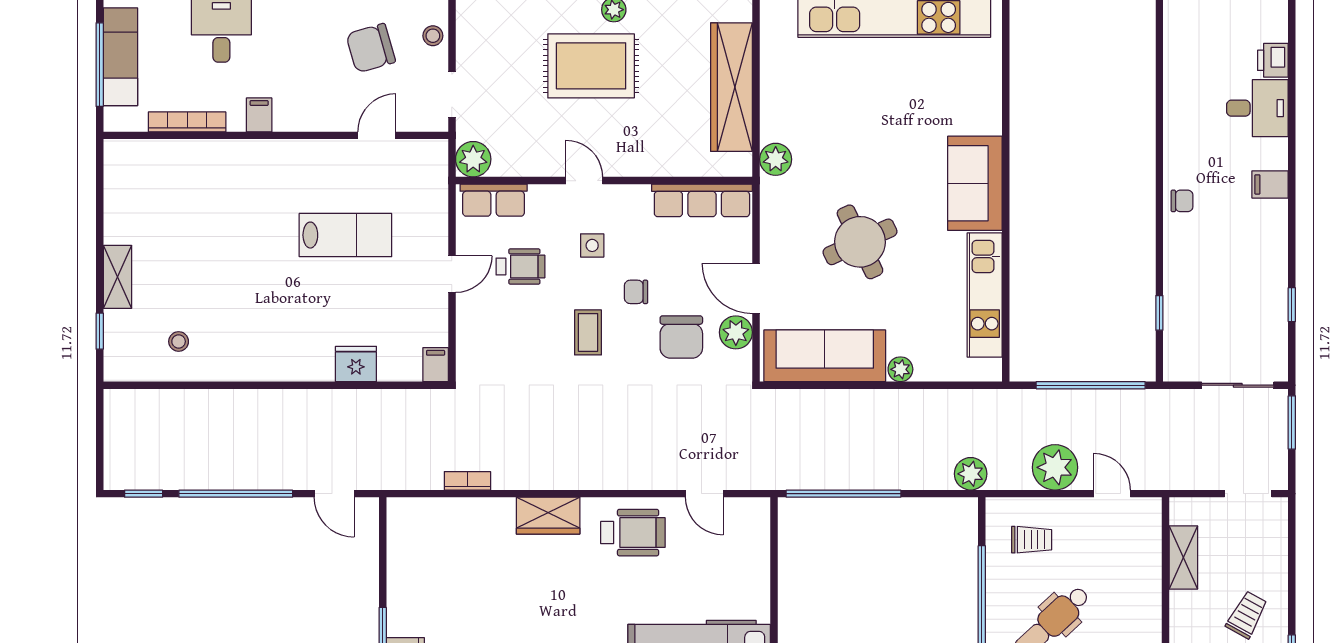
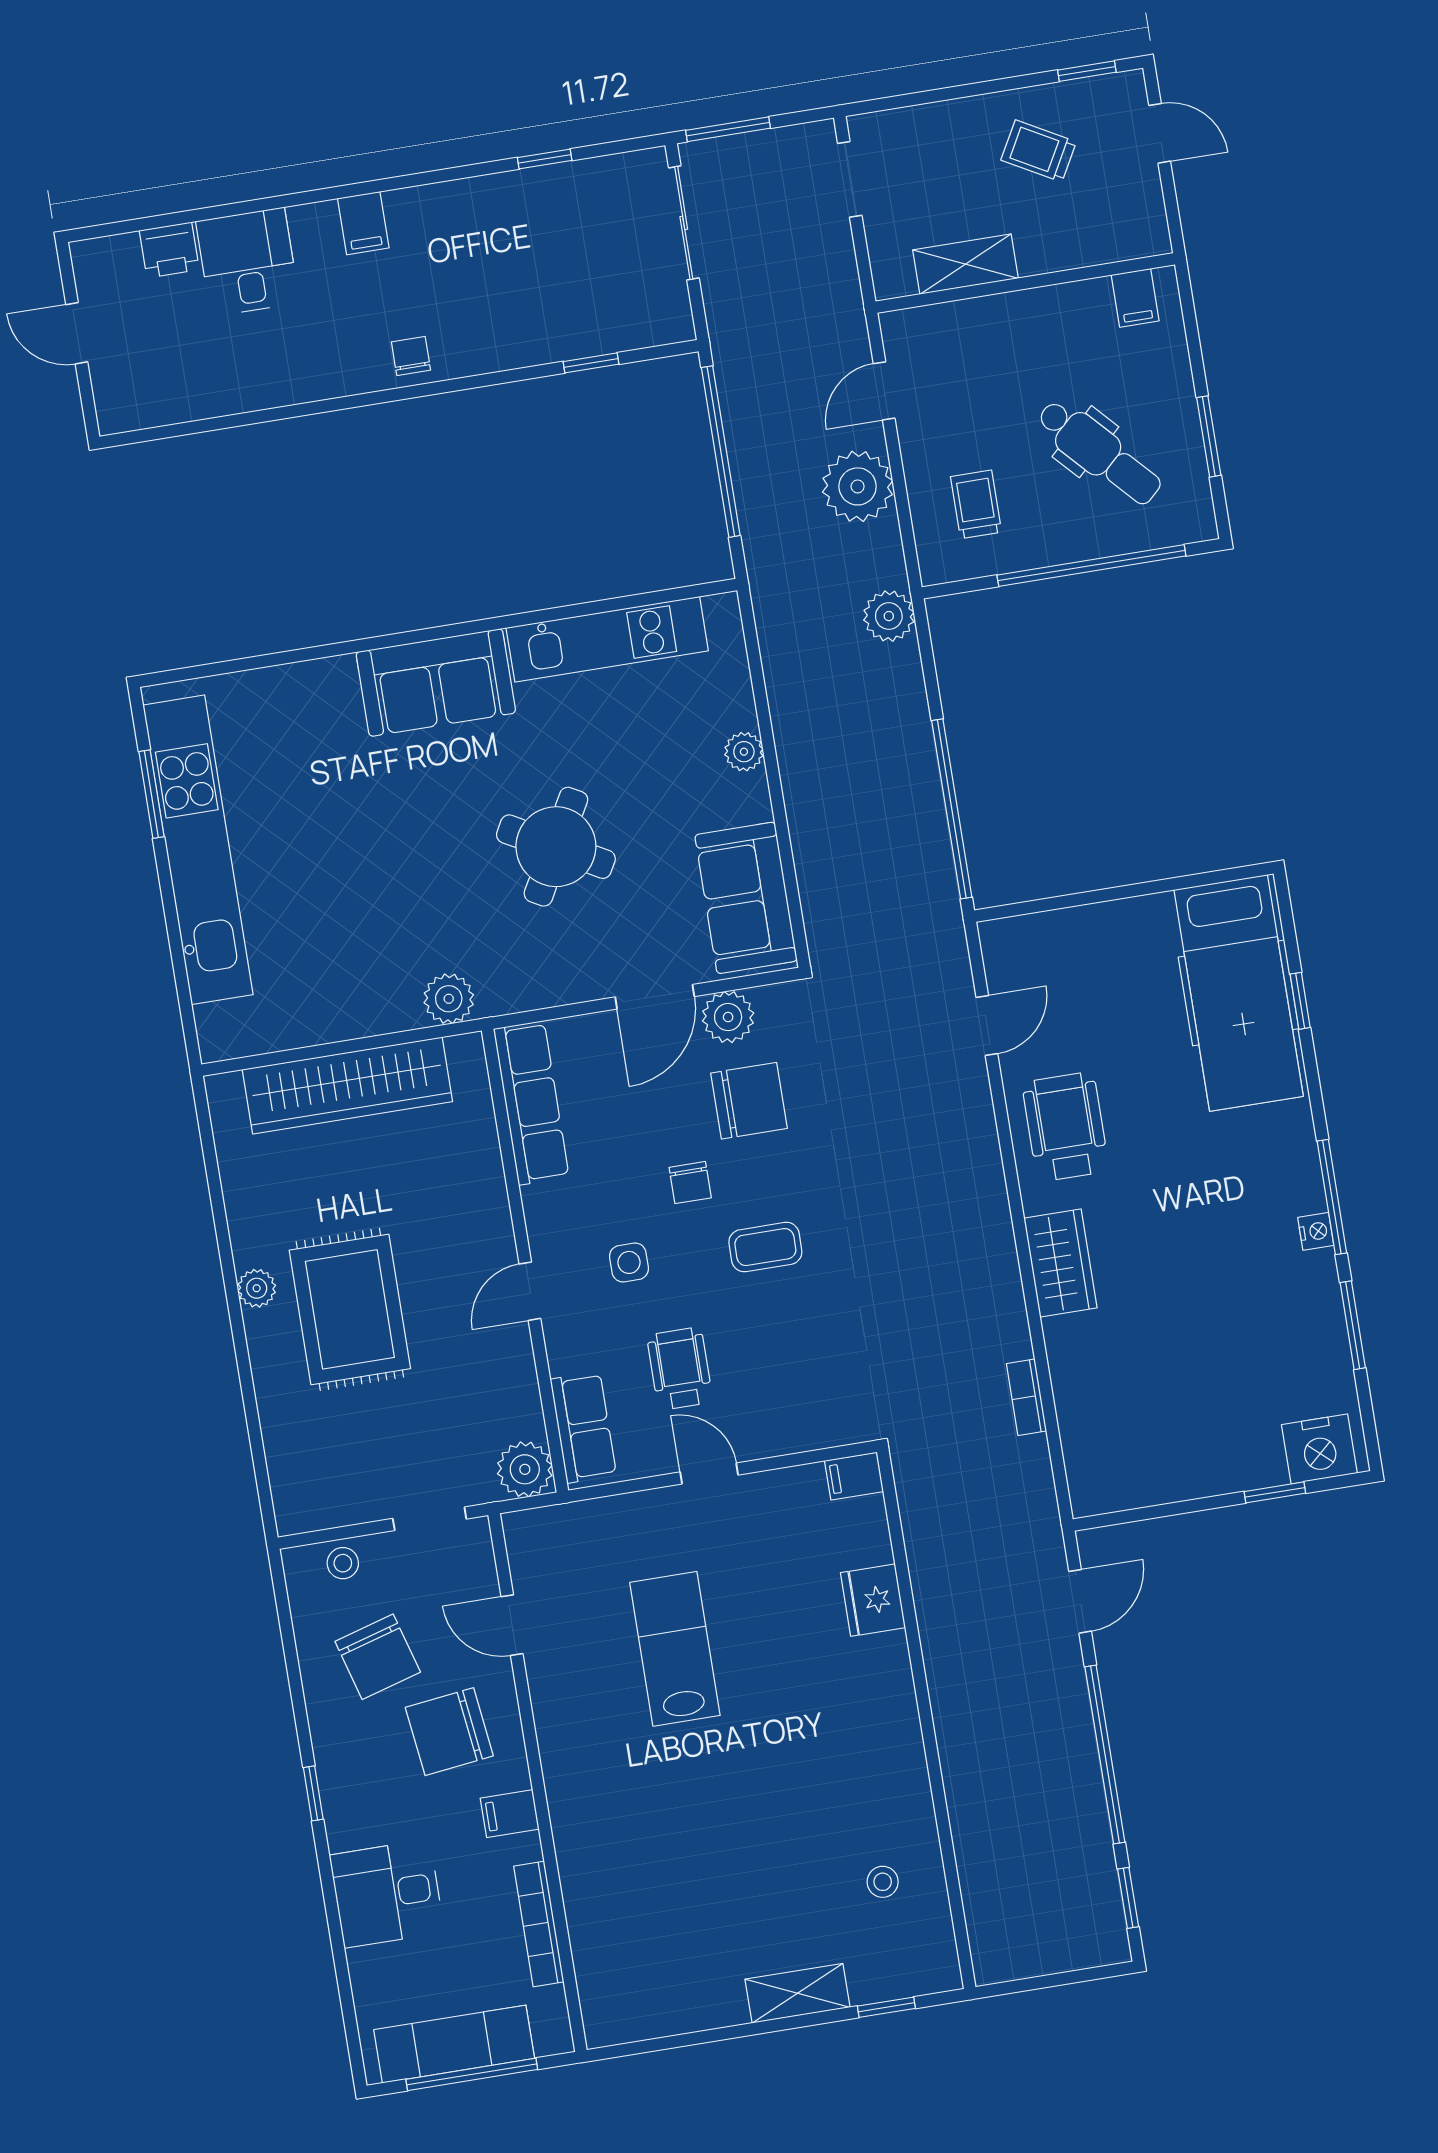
chair: (317, 85) -> (449, 1732), added
round table: (860, 242) -> (556, 847), turned -36
sofa: (825, 356) -> (746, 898), width x0.73

